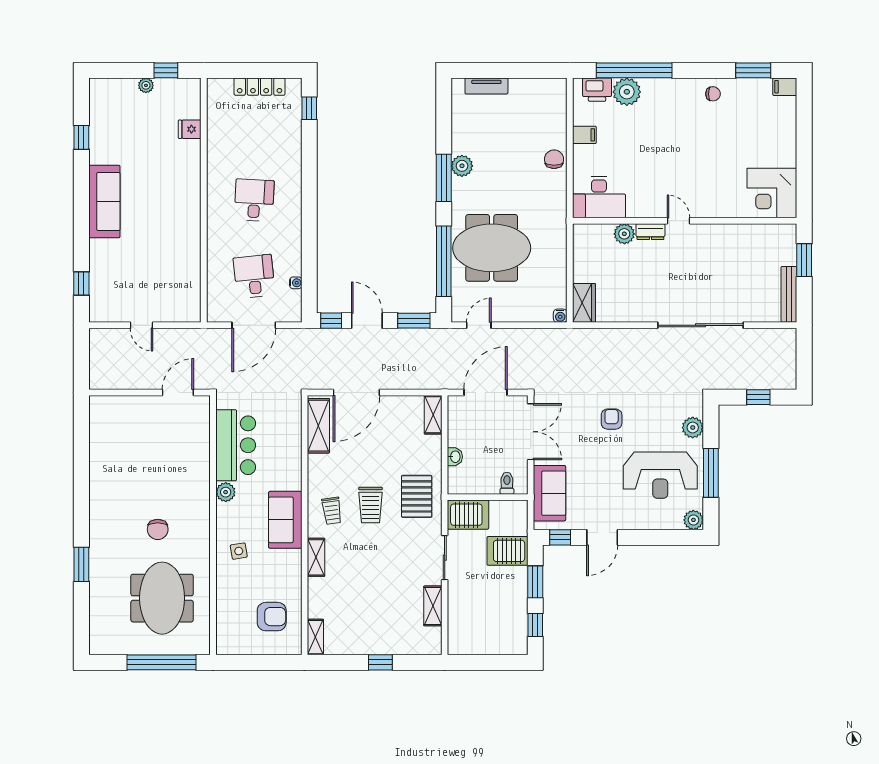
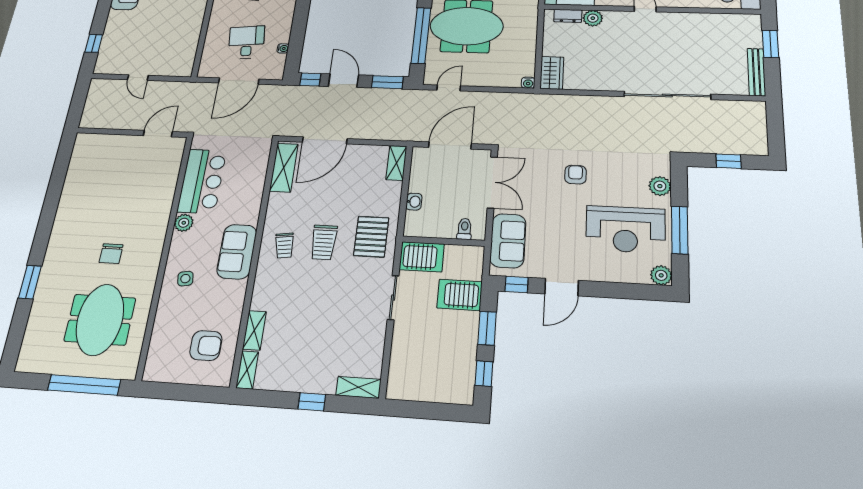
dresser: (650, 232) -> (568, 16), moved
shelving: (316, 557) -> (254, 330), moved
shelving: (433, 606) -> (359, 387), moved, turned 90

